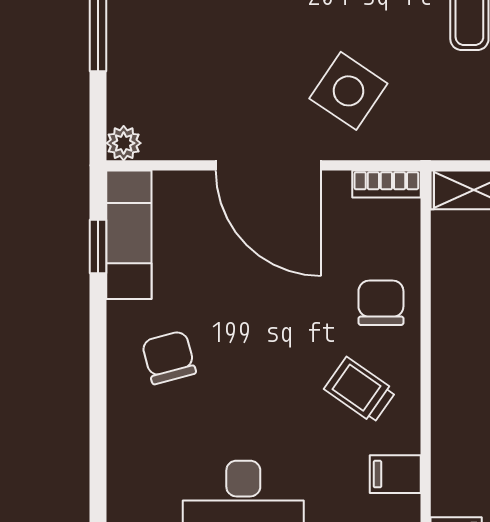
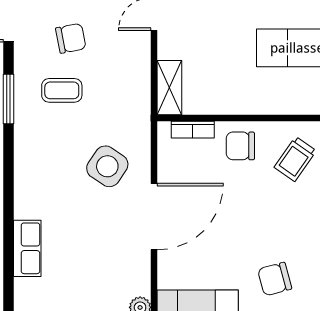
bookcase: (386, 184) -> (193, 130), moved, turned 90

